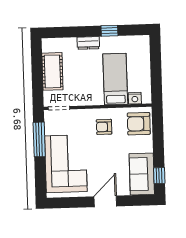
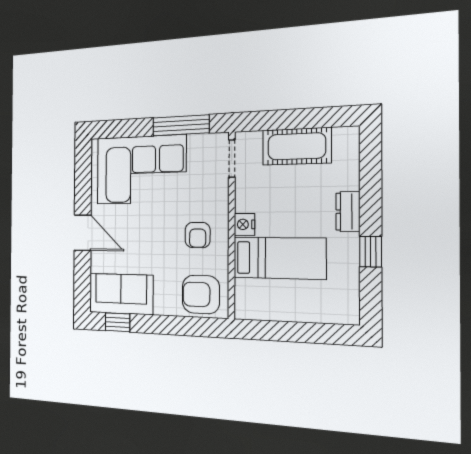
nightstand: (135, 98) -> (244, 224), moved
armchair: (139, 124) -> (201, 294), turned -90
armchair: (104, 127) -> (198, 235), turned 180

